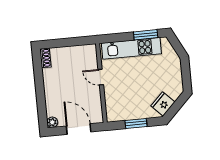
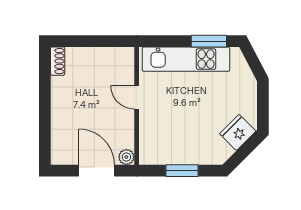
fridge: (163, 104) -> (238, 132), moved
plant: (52, 122) -> (126, 157), moved

